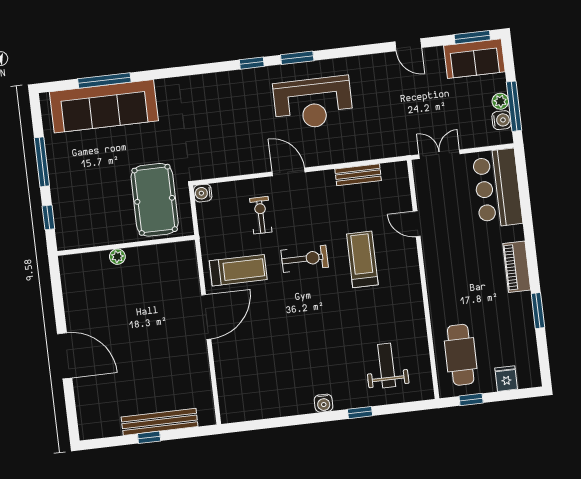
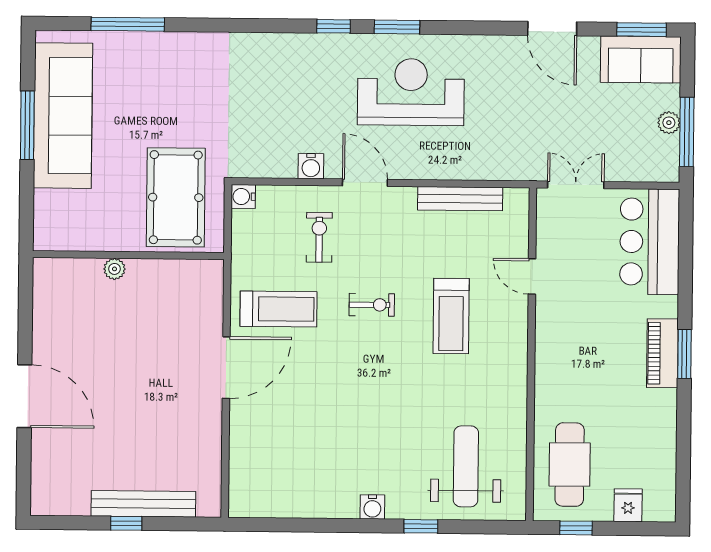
door: (408, 45) -> (552, 29), width x1.38
reception desk: (313, 103) -> (411, 92), turned 180
sofa: (104, 106) -> (63, 116), moved, turned -90
water cooler: (502, 120) -> (311, 166), moved, turned 90
bench: (358, 175) -> (460, 199), width x1.36
window: (48, 217) -> (26, 203), removed
exercise bike: (305, 259) -> (372, 305), width x0.73, depth x0.72
treadmill: (362, 259) -> (451, 316), turned 180
window: (538, 311) -> (684, 354), moved
weight bench: (387, 366) -> (466, 466), width x1.36, depth x1.33

